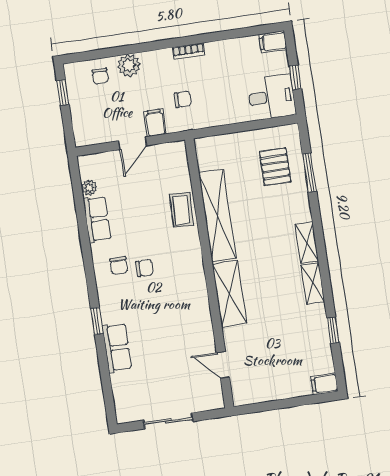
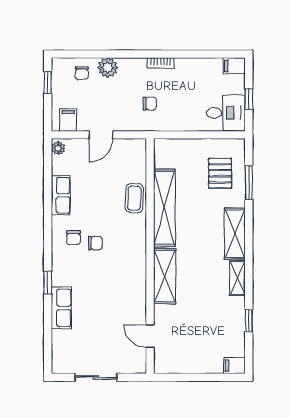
filing cabinet: (155, 123) -> (68, 120), moved
plant: (89, 188) -> (58, 148), moved
shelving: (307, 243) -> (235, 234), width x1.50, depth x1.33

